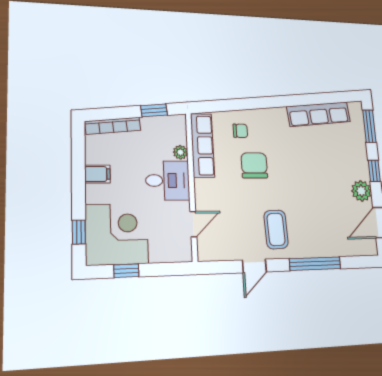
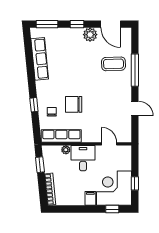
window: (249, 104) -> (34, 105), added
filing cabinet: (97, 174) -> (90, 198), moved
coffee table: (276, 229) -> (114, 64), moved

